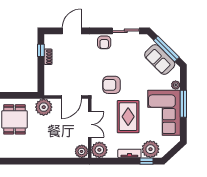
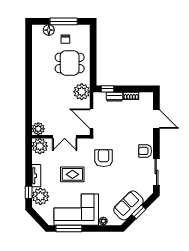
window: (166, 49) -> (139, 212), width x0.46
window: (41, 50) -> (108, 89), moved
dresser: (49, 74) -> (114, 97), added
window: (183, 104) -> (69, 229), moved
rug: (128, 117) -> (72, 174), width x0.73, depth x0.70

